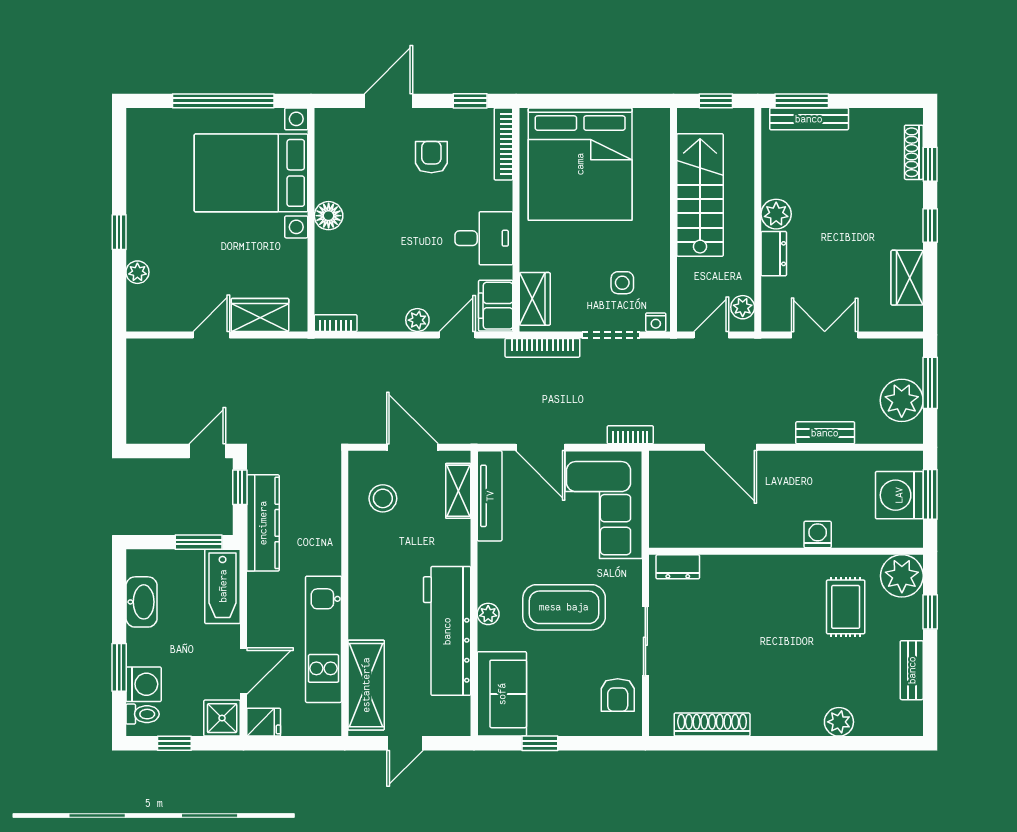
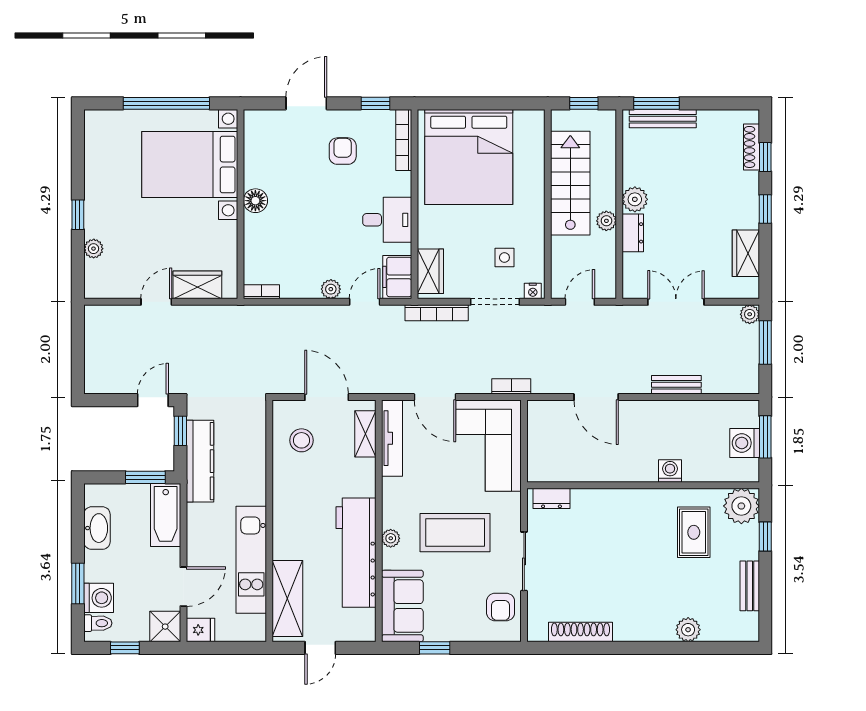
plant: (743, 307) -> (606, 221), moved
plant: (902, 400) -> (750, 314), moved, width x0.53, depth x0.53
washing machine: (899, 495) -> (745, 443), width x0.73, depth x0.73

